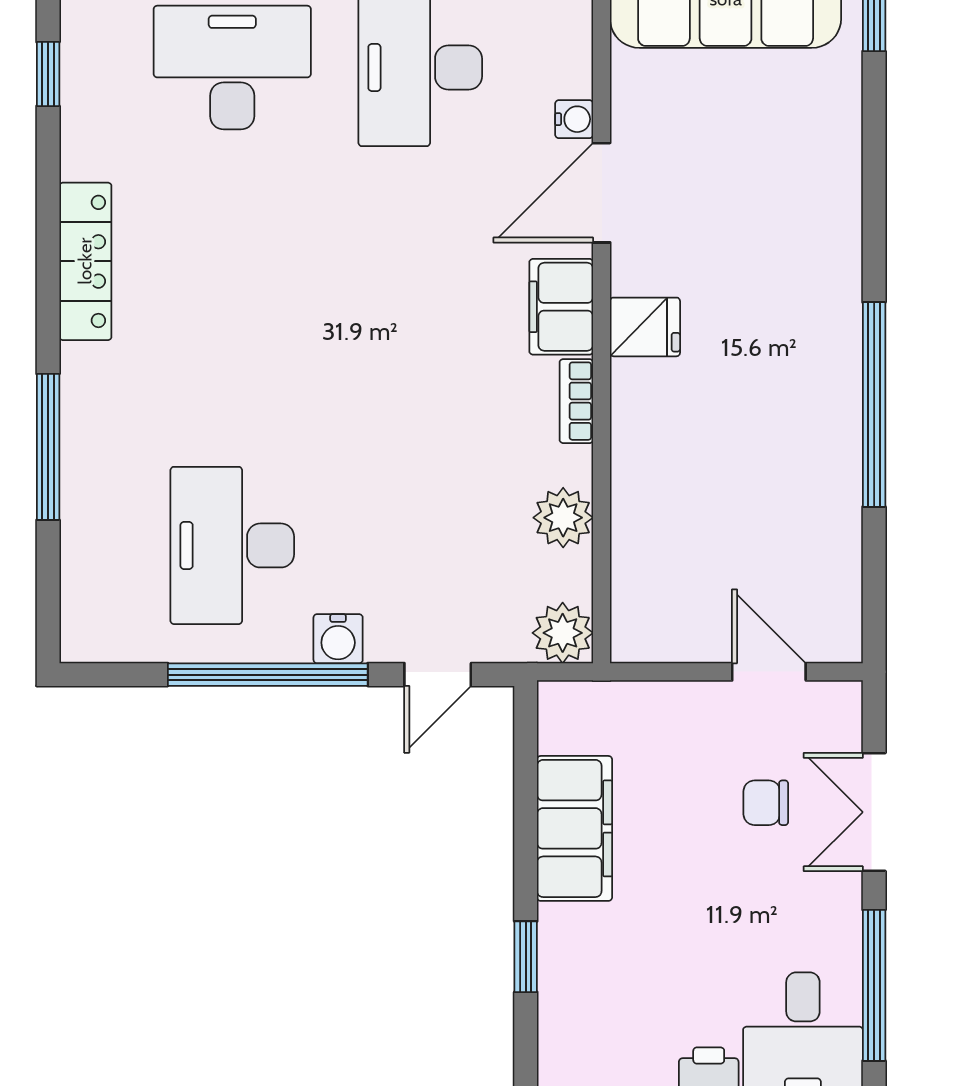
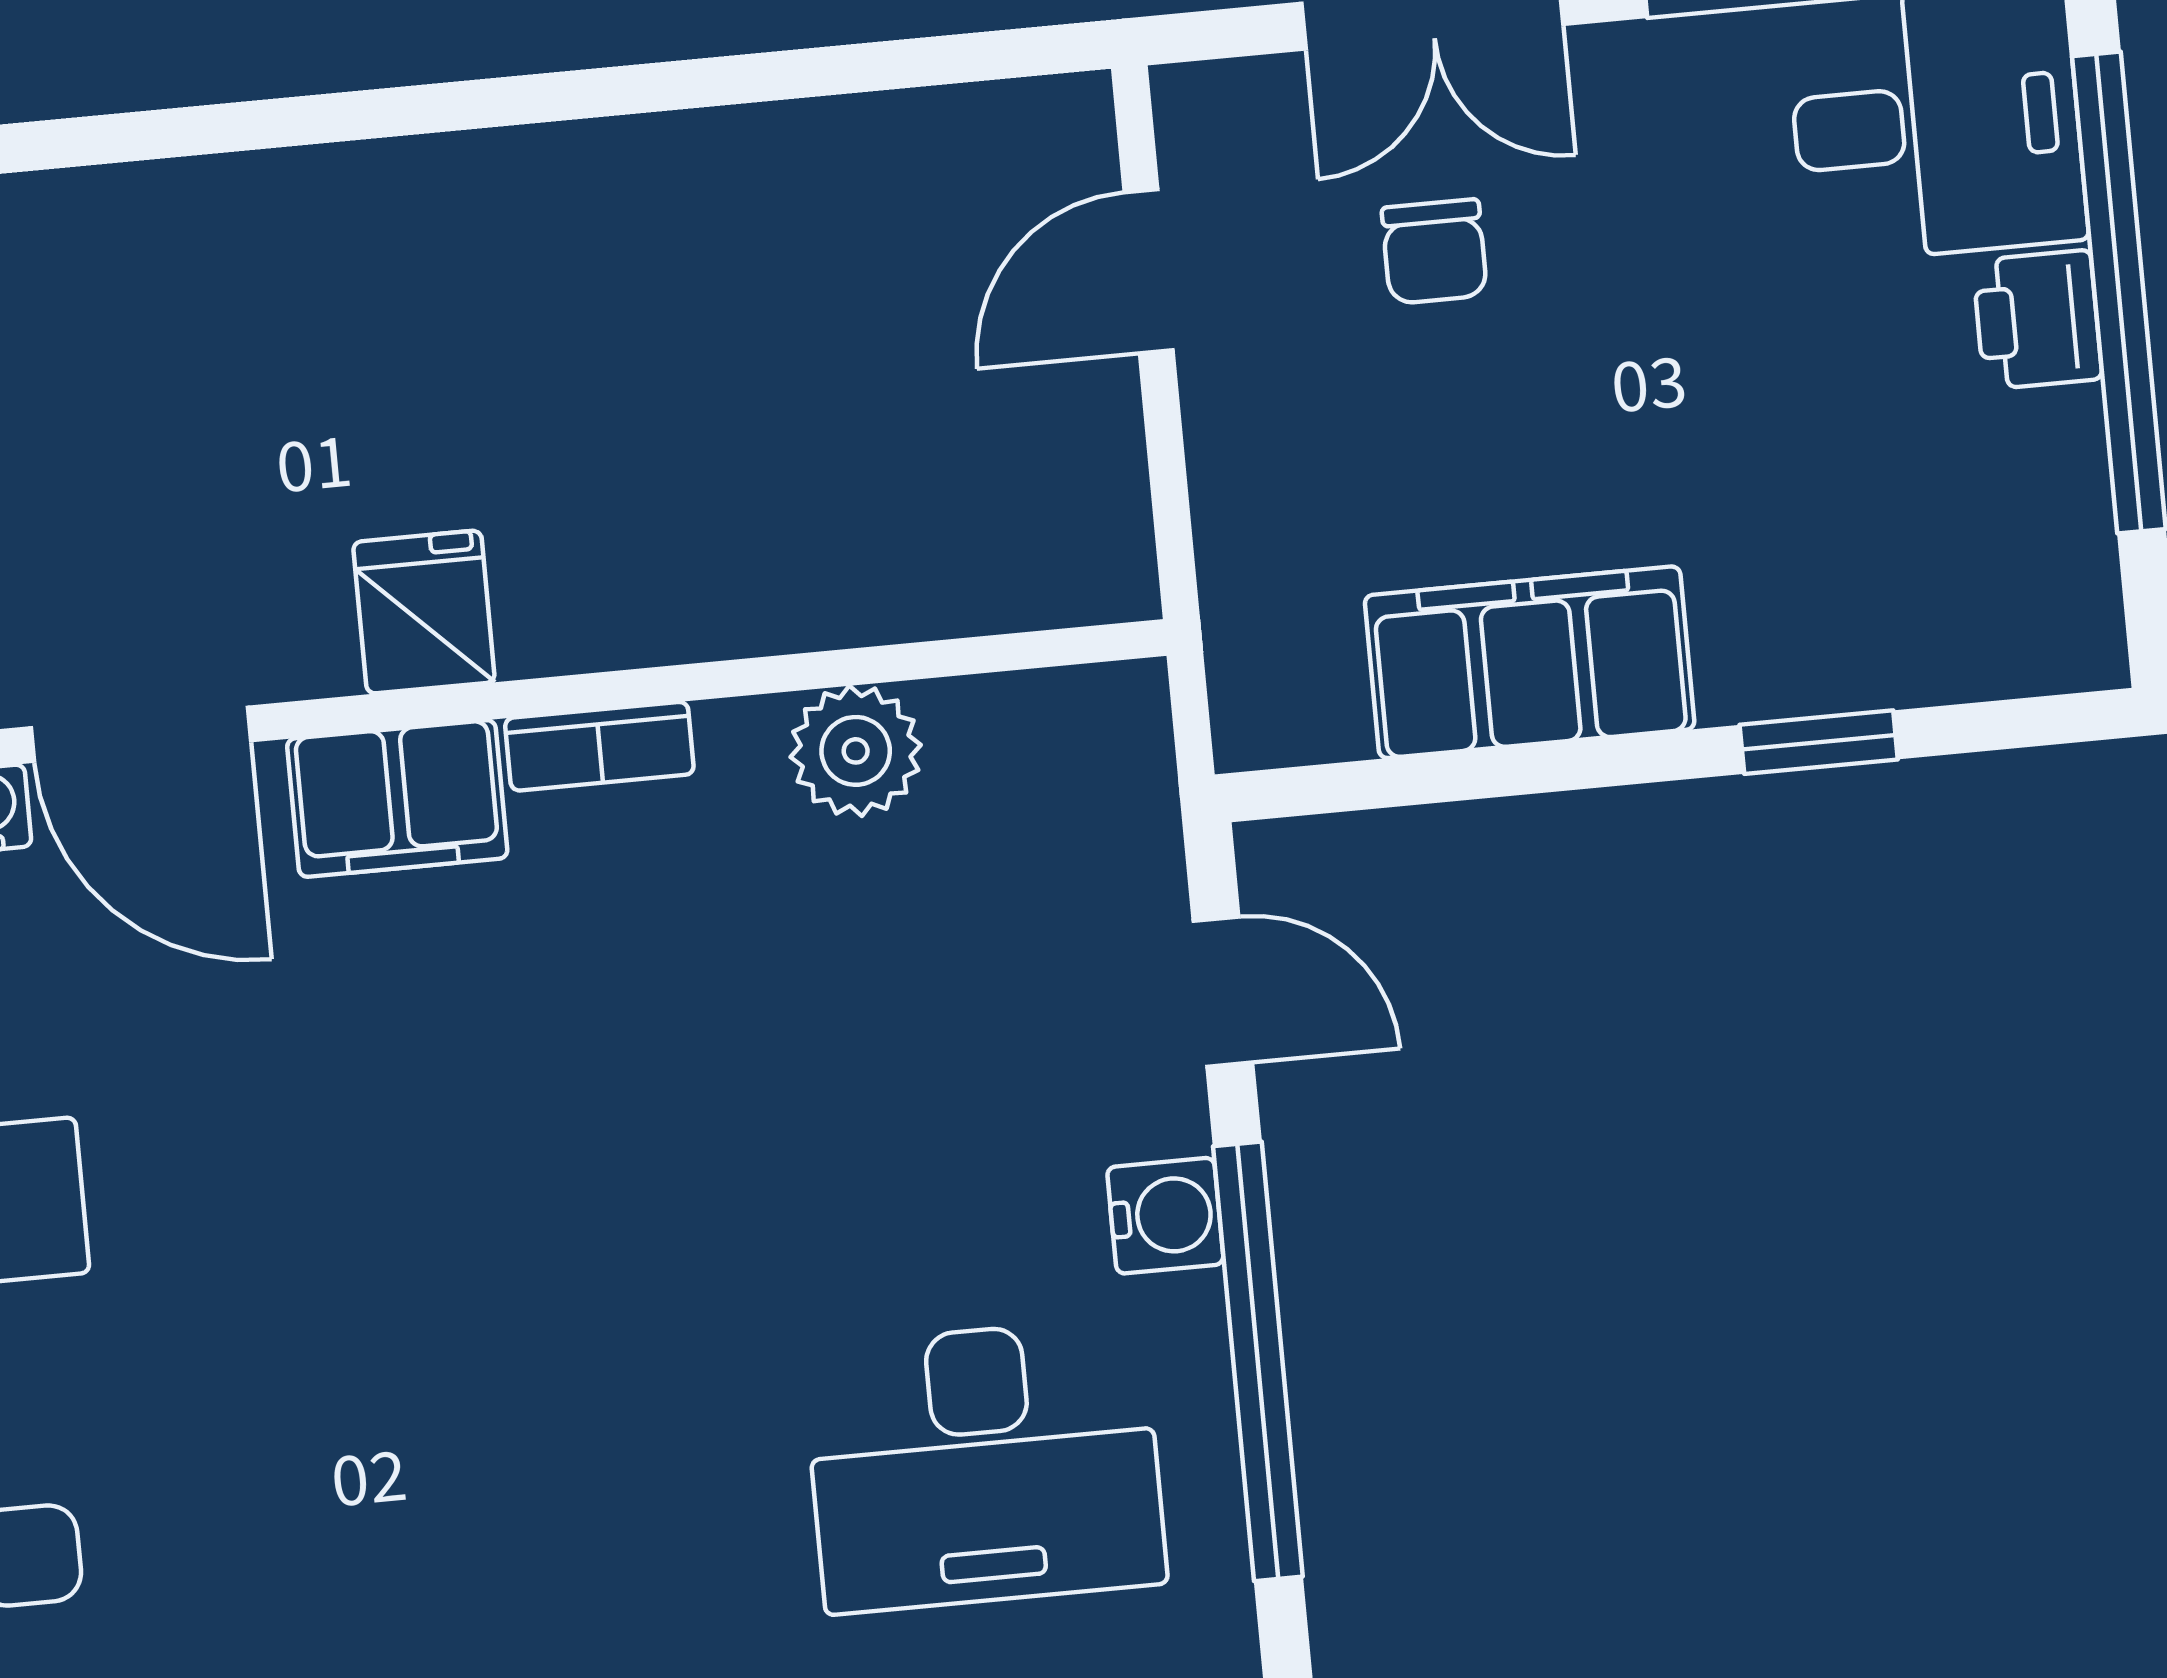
window: (874, 405) -> (546, 98), removed
plant: (563, 633) -> (1107, 728), removed

